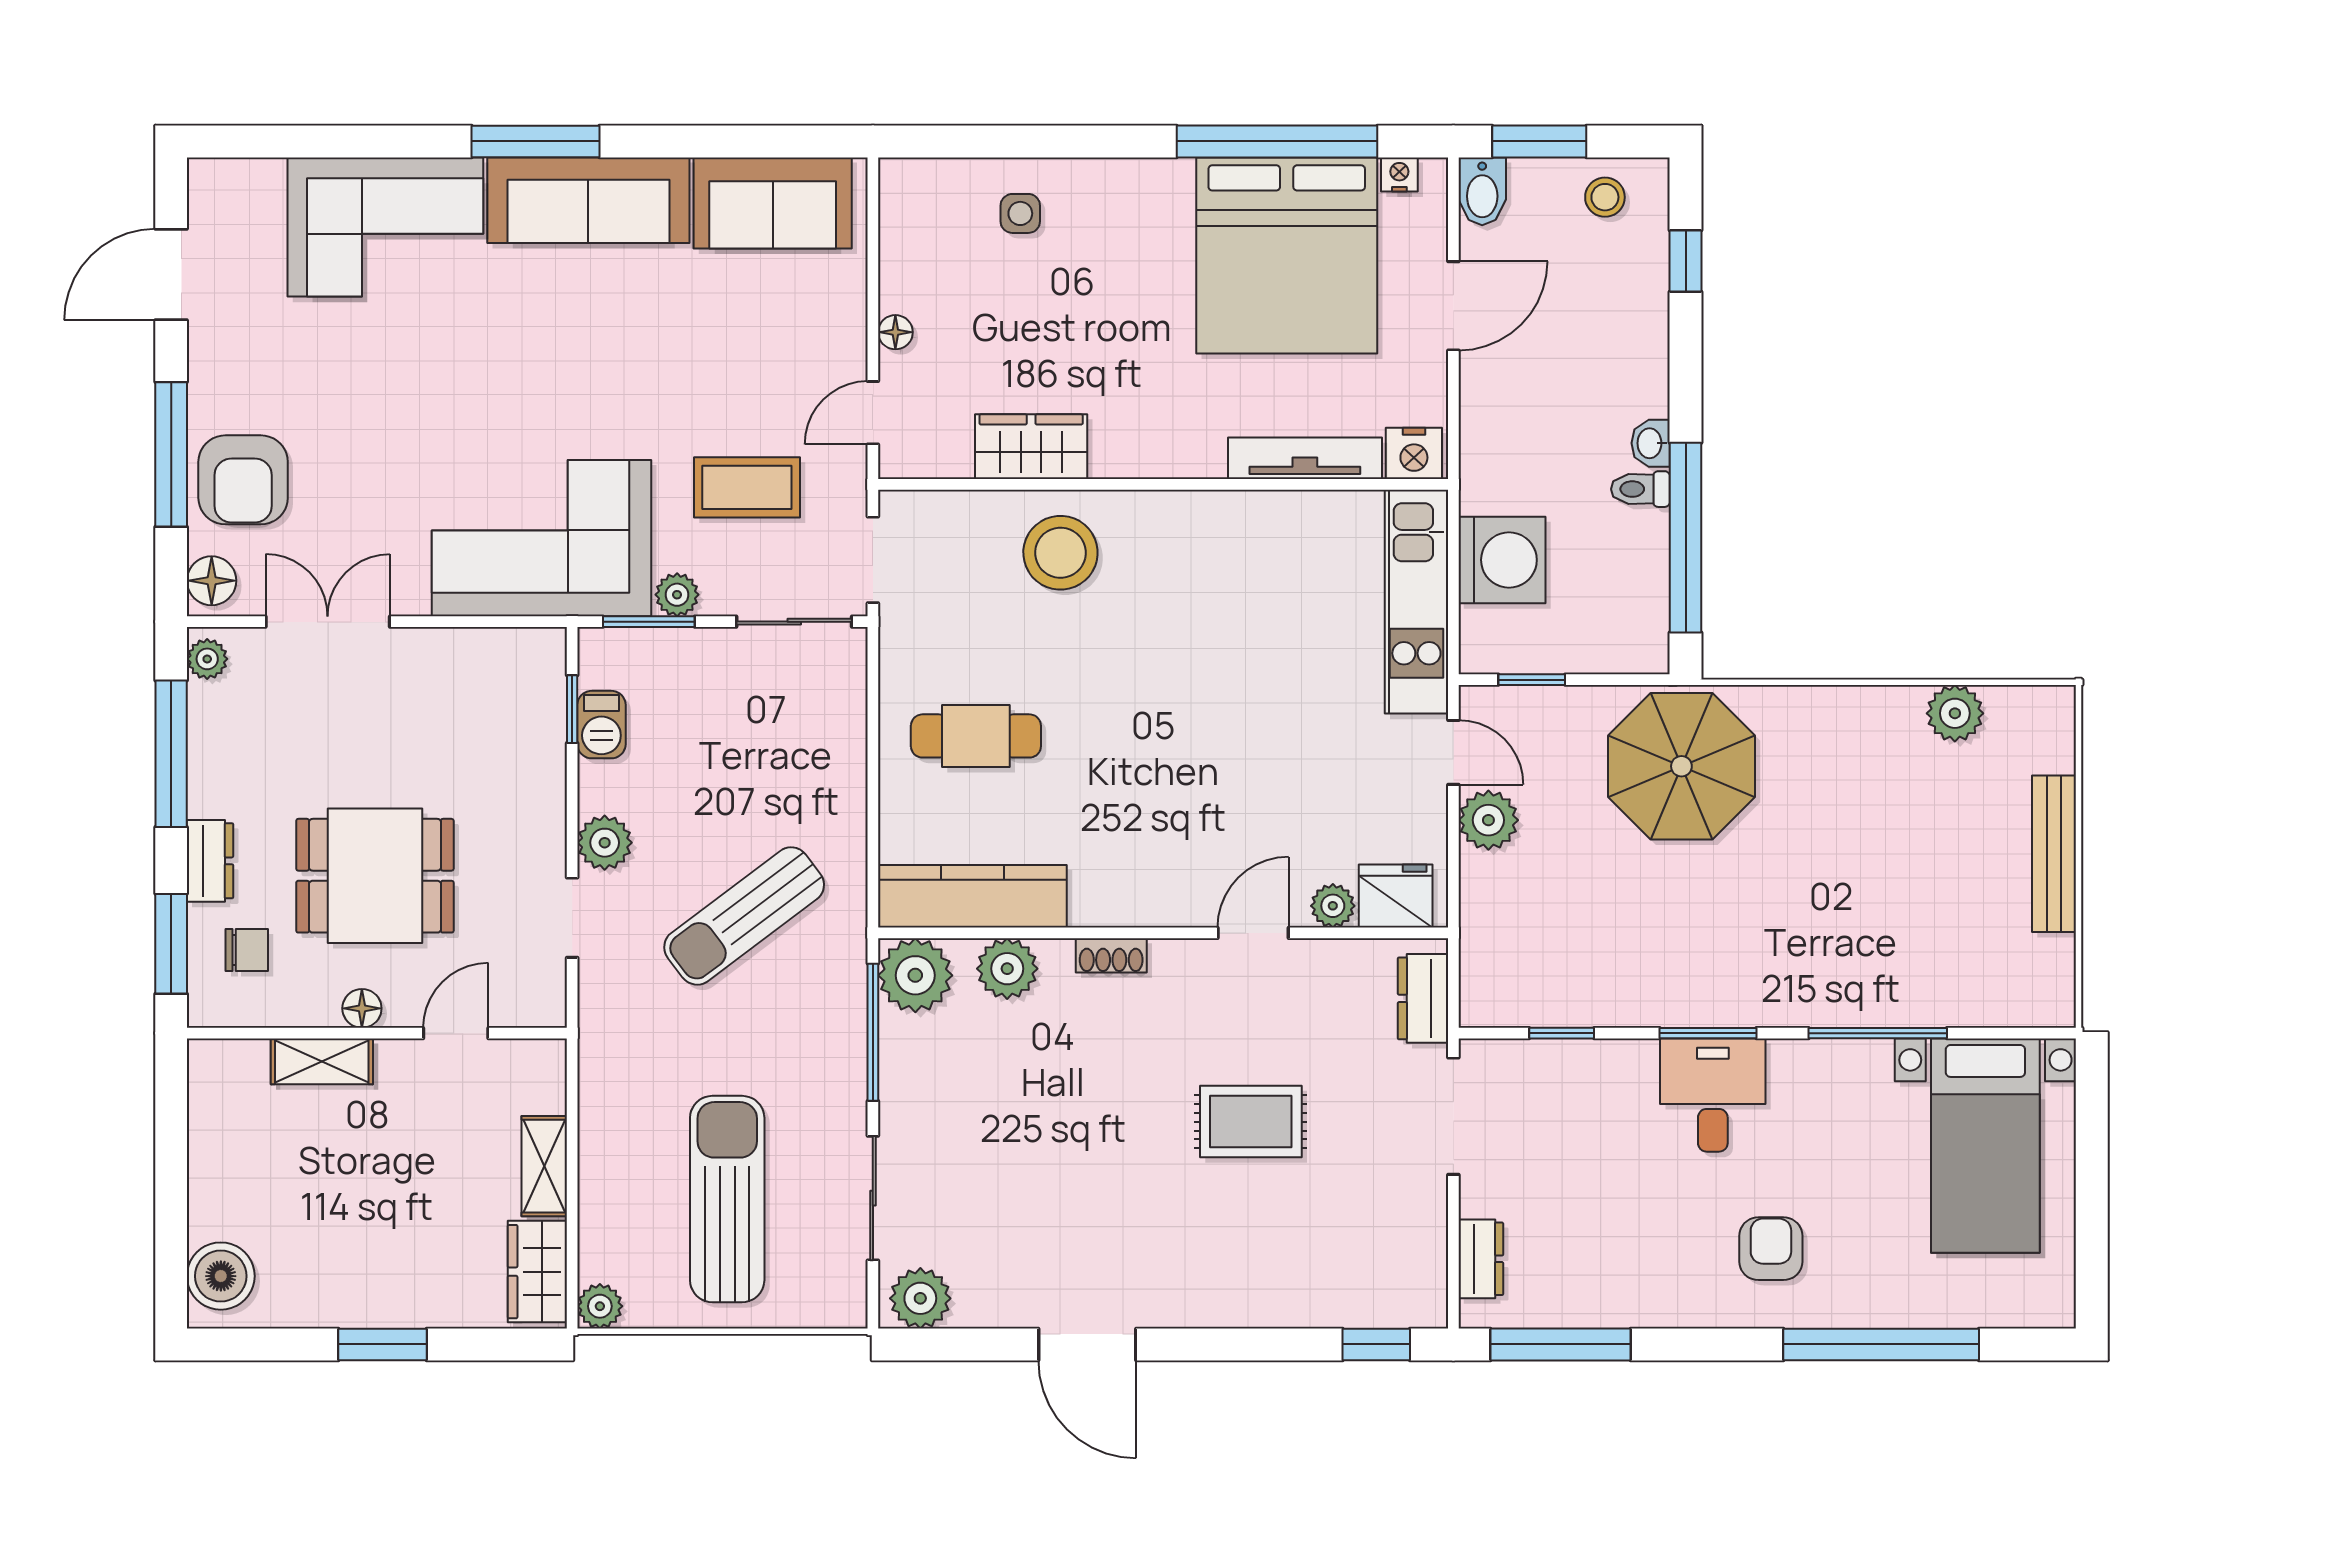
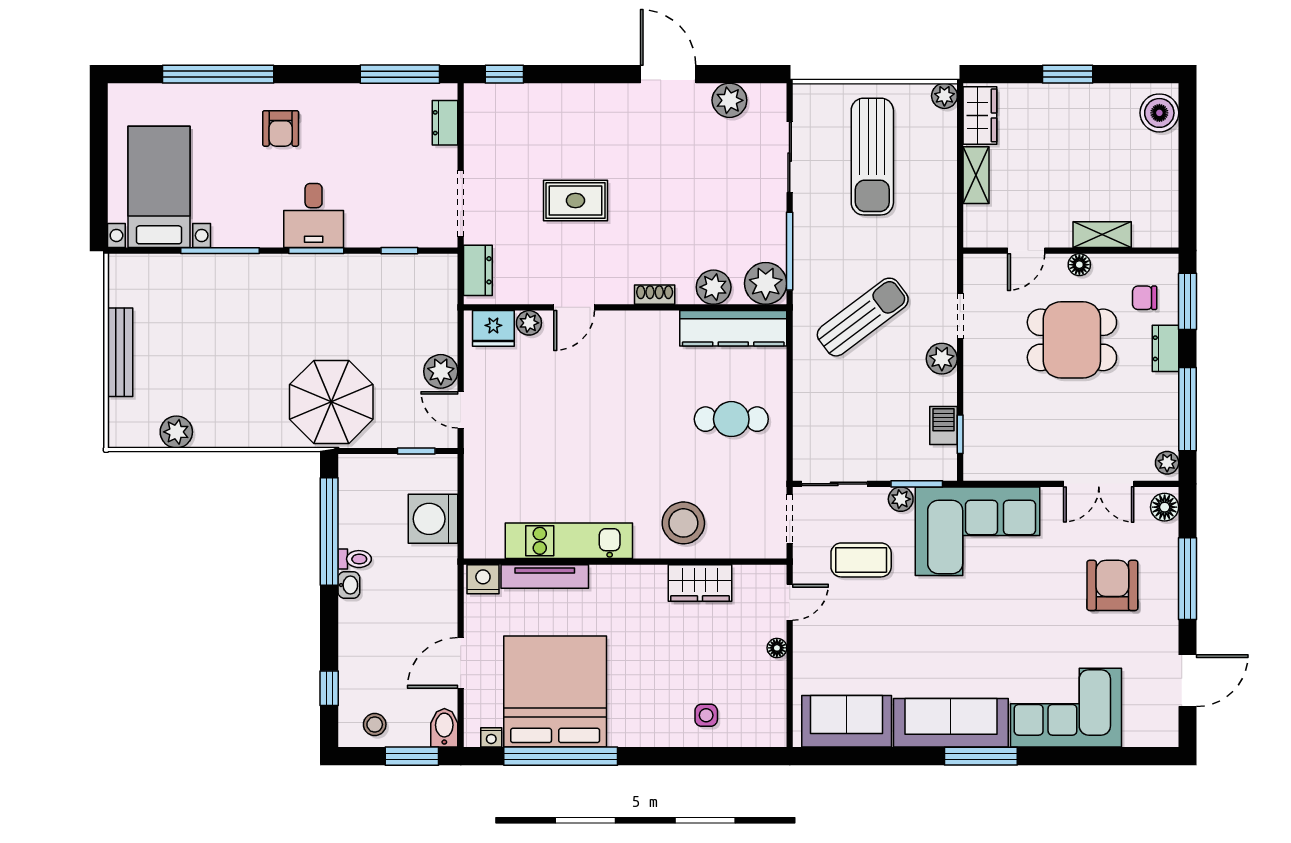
armchair: (243, 480) -> (1112, 585), moved
kitchen unit: (1416, 602) -> (569, 541), moved, turned -90
plant: (920, 1298) -> (729, 100), moved

